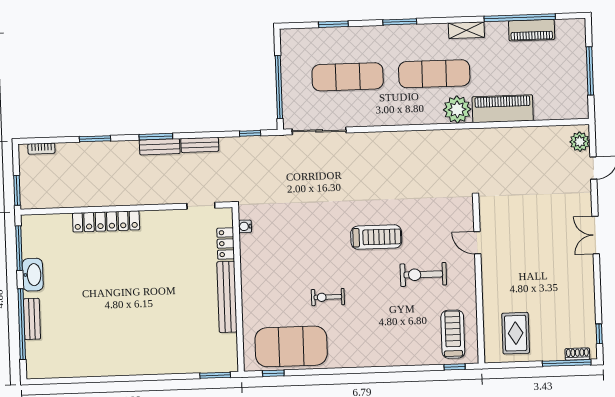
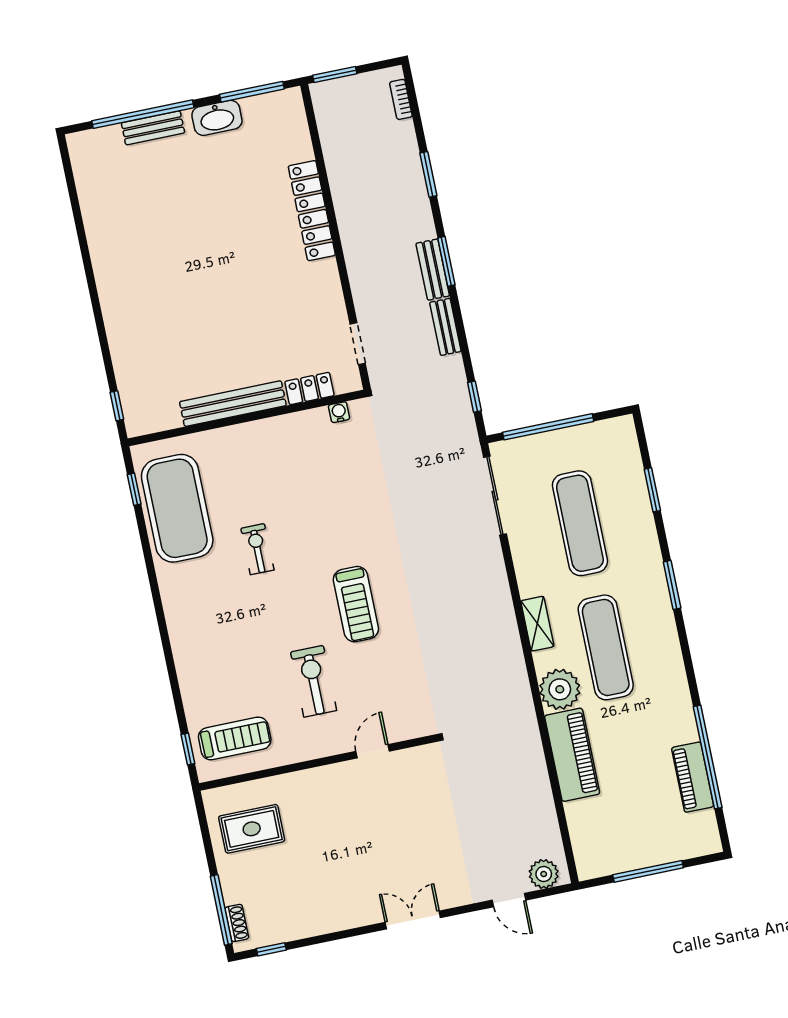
shelving: (466, 30) -> (537, 624), moved
window: (215, 375) -> (117, 406), width x0.67

